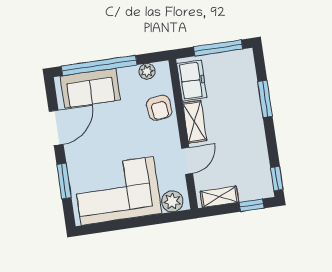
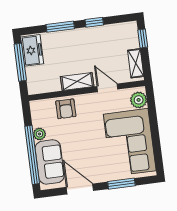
plant: (147, 71) -> (39, 134), moved
freezer: (192, 81) -> (32, 50), moved, turned 90
armchair: (159, 108) -> (66, 109), turned 97
window: (277, 179) -> (94, 22), moved

